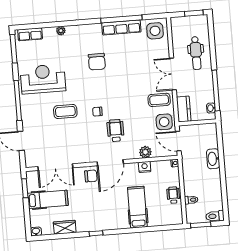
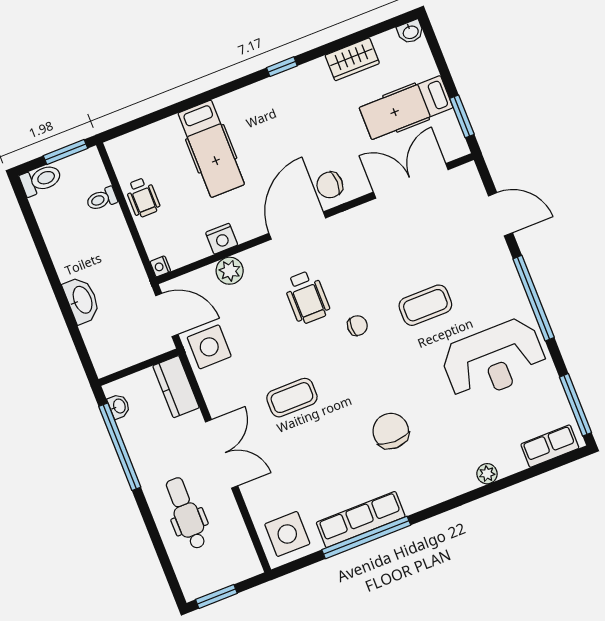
coffee table: (159, 100) -> (292, 398), moved

